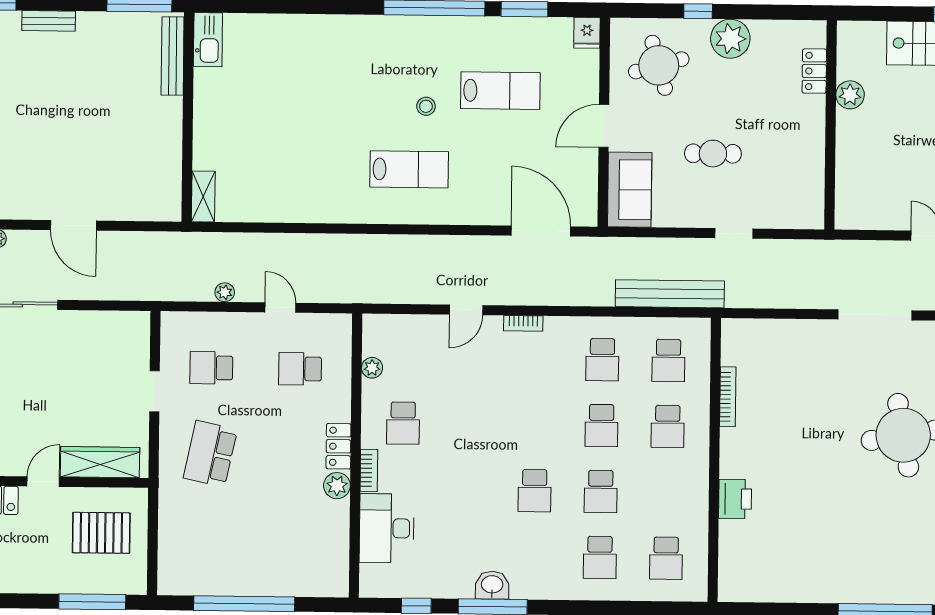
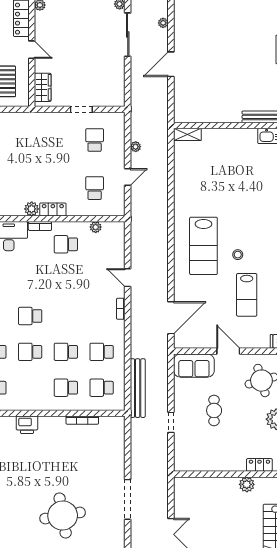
lab bench: (409, 169) -> (203, 246), width x1.36, depth x1.39
school desk: (210, 454) -> (48, 140), removed
wardrobe: (100, 462) -> (43, 87), width x0.67

